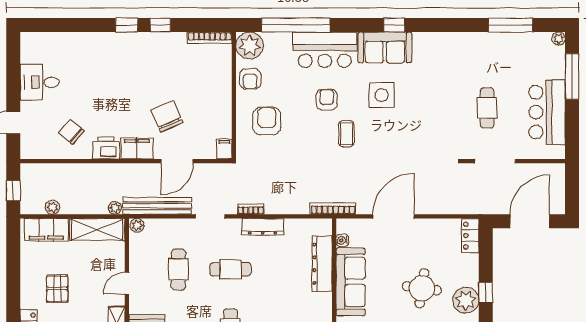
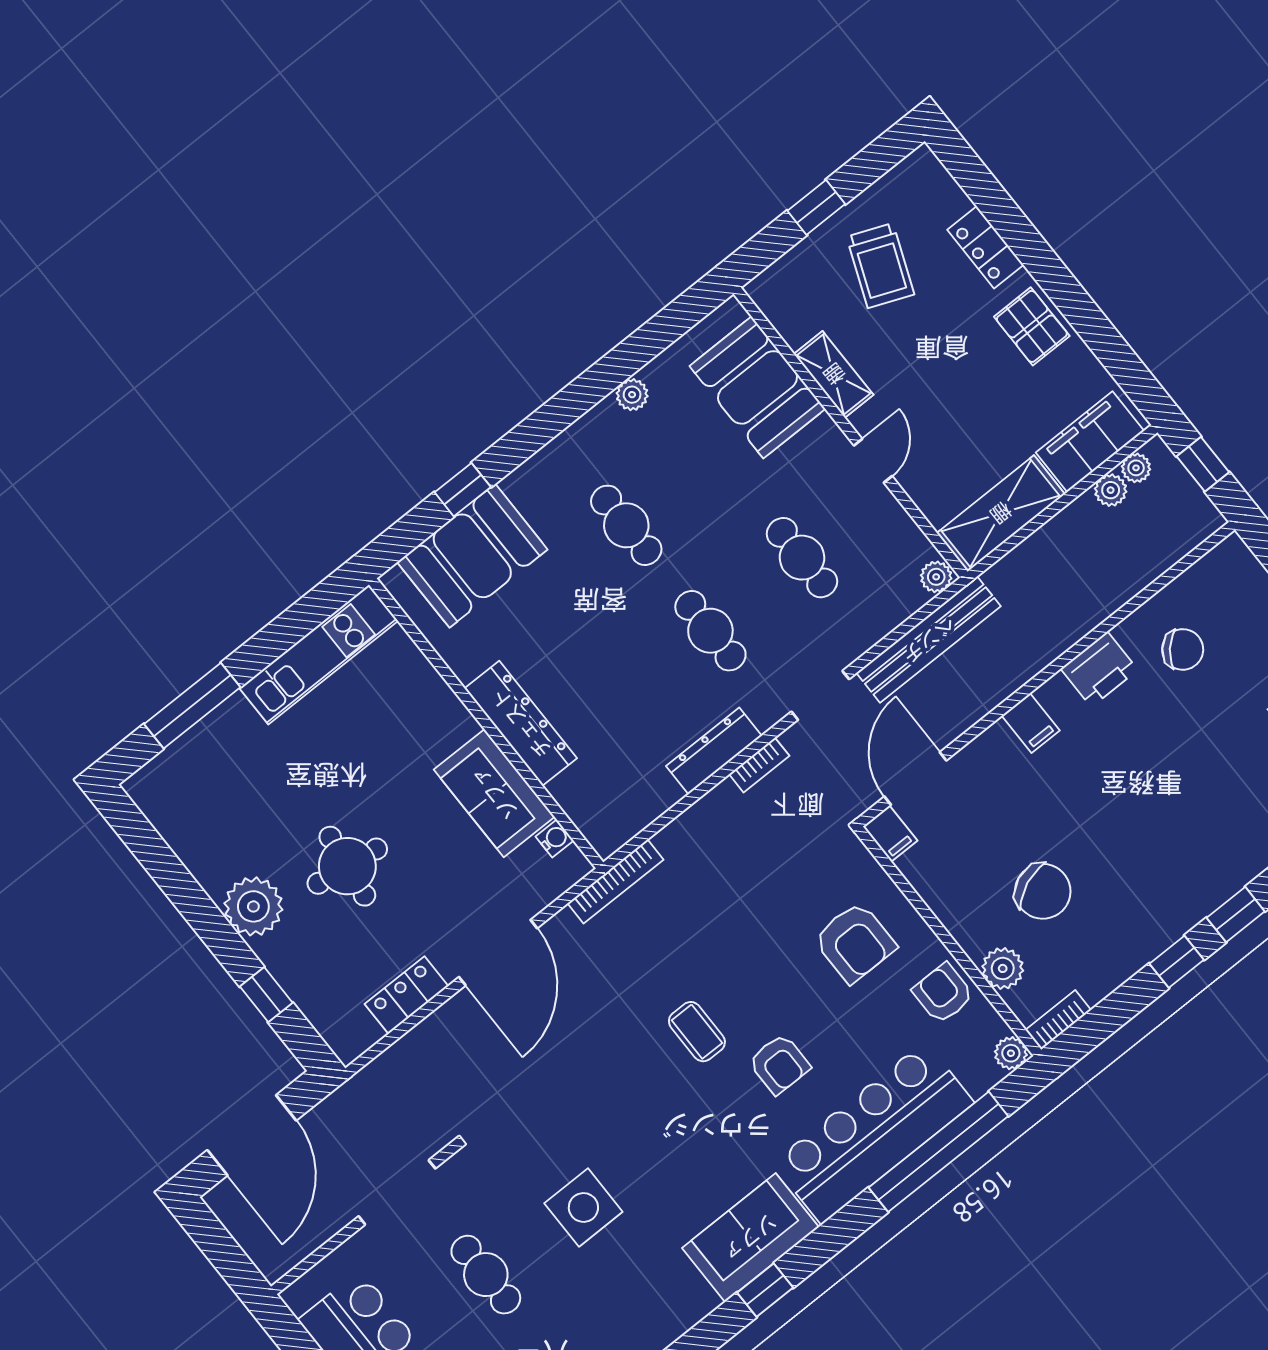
bookcase: (210, 38) -> (1058, 1020), width x0.64
plant: (250, 46) -> (1011, 1053), width x0.53, depth x0.53
bar counter: (325, 50) -> (873, 1133), width x1.36
plant: (223, 71) -> (1003, 968), added
side table: (382, 95) -> (583, 1207), moved
chair: (167, 116) -> (1043, 891), moved
filing cabinet: (137, 148) -> (1031, 723), width x0.50
door: (177, 161) -> (915, 778), moved
plant: (115, 208) -> (1136, 468), moved
locker: (470, 236) -> (406, 995), moved, turned -90
dresser: (322, 264) -> (521, 723), moved
cafe table: (230, 269) -> (710, 631), turned 90
sofa: (351, 282) -> (494, 793), width x0.73
pallet: (57, 289) -> (1032, 326), moved
window: (486, 293) -> (266, 995), moved

